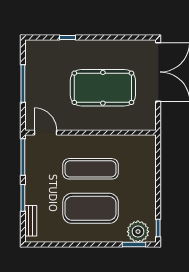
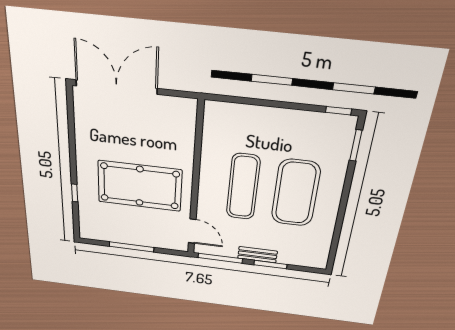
pool table: (103, 88) -> (140, 186), moved, turned 90
door: (46, 133) -> (192, 231), swing flipped
bench: (31, 221) -> (257, 255), moved
plant: (138, 232) -> (338, 138), removed

